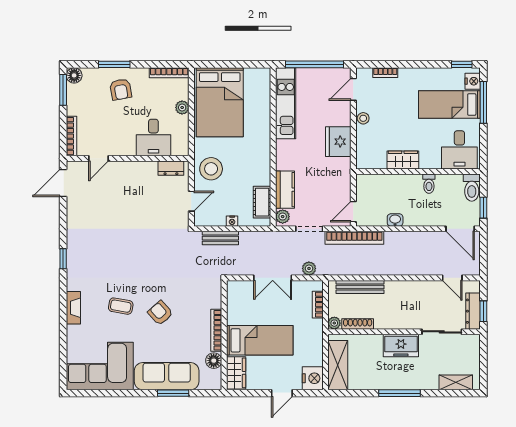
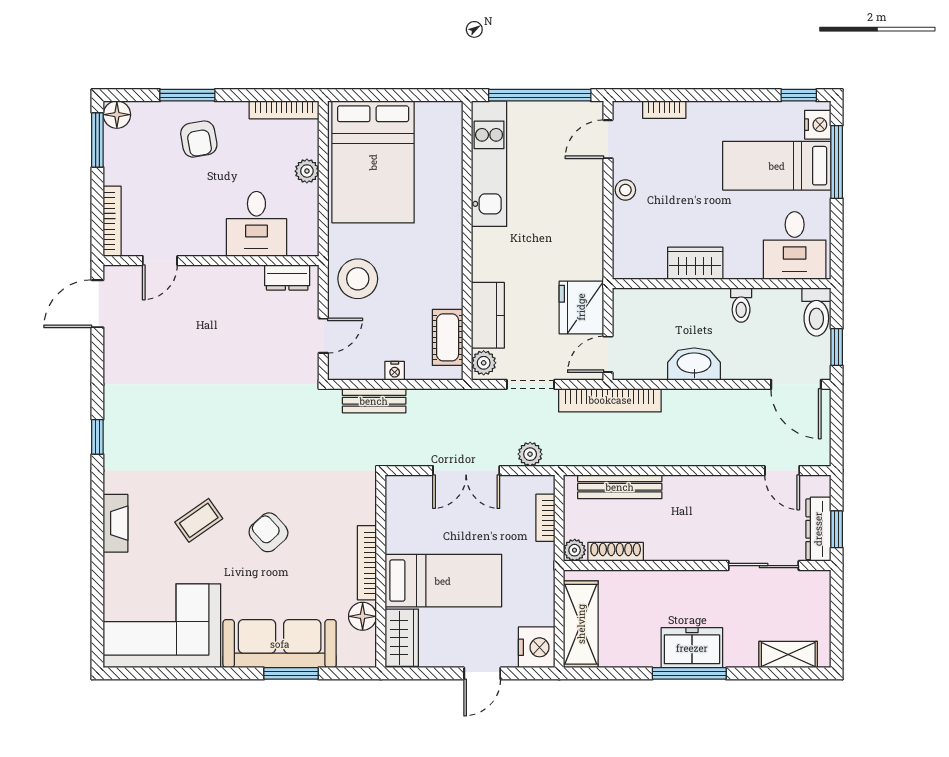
fridge: (338, 142) -> (581, 307), moved
washbasin: (395, 220) -> (694, 364), width x1.91, depth x1.45
coffee table: (121, 306) -> (199, 520), turned -45
freezer: (401, 346) -> (692, 648), moved, turned 180

